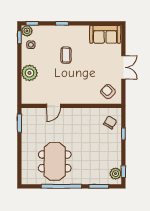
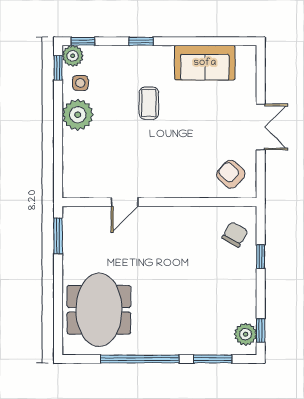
sofa: (105, 34) -> (205, 63), moved
plant: (30, 73) -> (78, 115), moved
meeting table: (55, 161) -> (99, 310), moved

